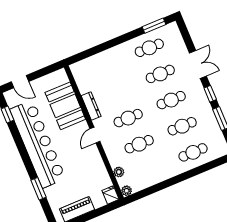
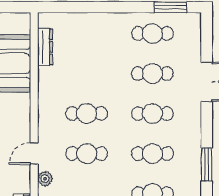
window: (210, 94) -> (207, 127), removed
dresser: (91, 106) -> (45, 47), moved
door: (95, 135) -> (34, 153), moved

